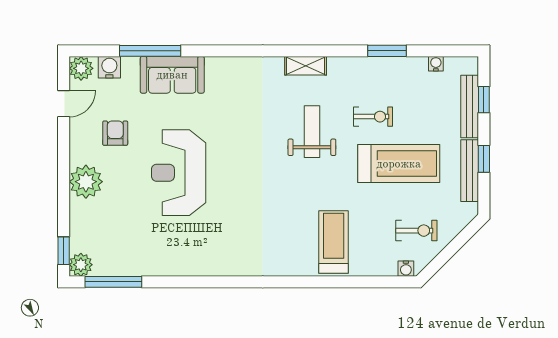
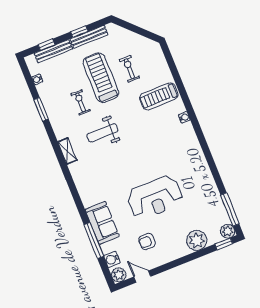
plant: (86, 182) -> (197, 240), moved
exercise bike: (416, 231) -> (129, 69), moved
water cooler: (406, 269) -> (184, 117), moved

